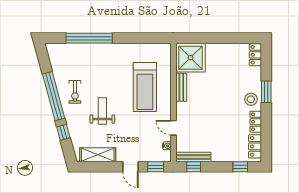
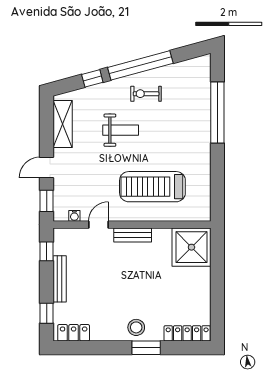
locker: (255, 55) -> (187, 333), width x1.53
bench: (181, 87) -> (133, 235), moved
locker: (256, 122) -> (106, 334), removed
bench: (193, 157) -> (60, 279), moved

